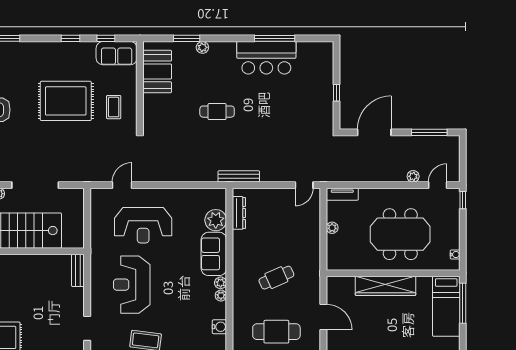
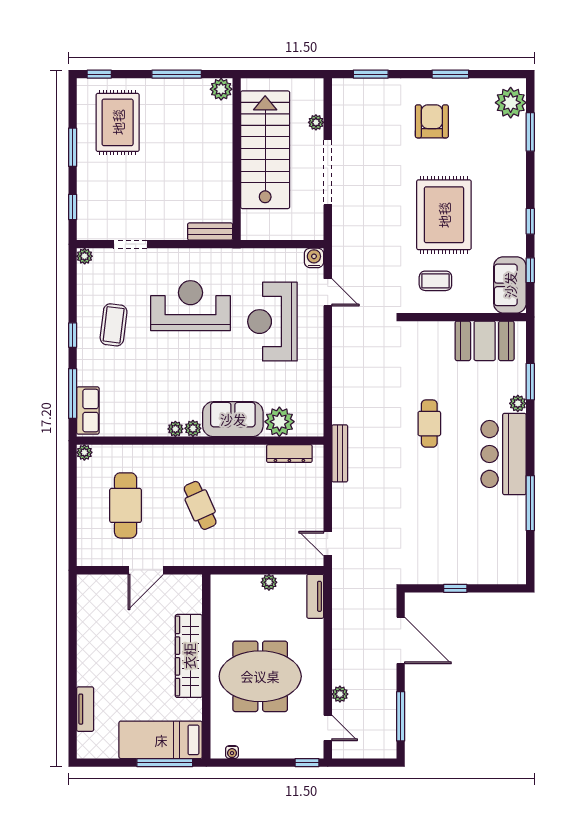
bar counter: (266, 58) -> (504, 454), moved
meeting table: (400, 234) -> (260, 676), turned 90
water cooler: (219, 327) -> (314, 258), moved, turned 180

